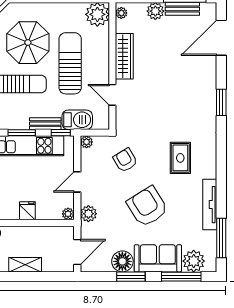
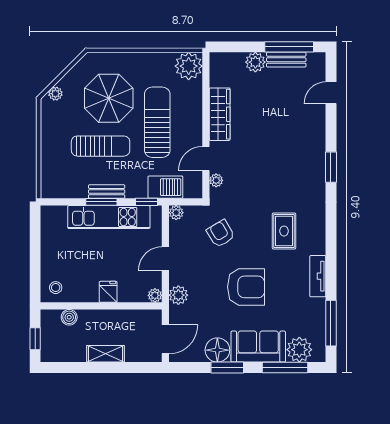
plant: (121, 13) -> (216, 180), moved
door: (221, 38) -> (331, 93), width x0.53
door: (112, 95) -> (206, 159), hinge flipped
bench: (45, 124) -> (107, 192), moved
tv unit: (210, 205) -> (318, 276), width x0.71
armchair: (147, 207) -> (246, 287), turned 122

